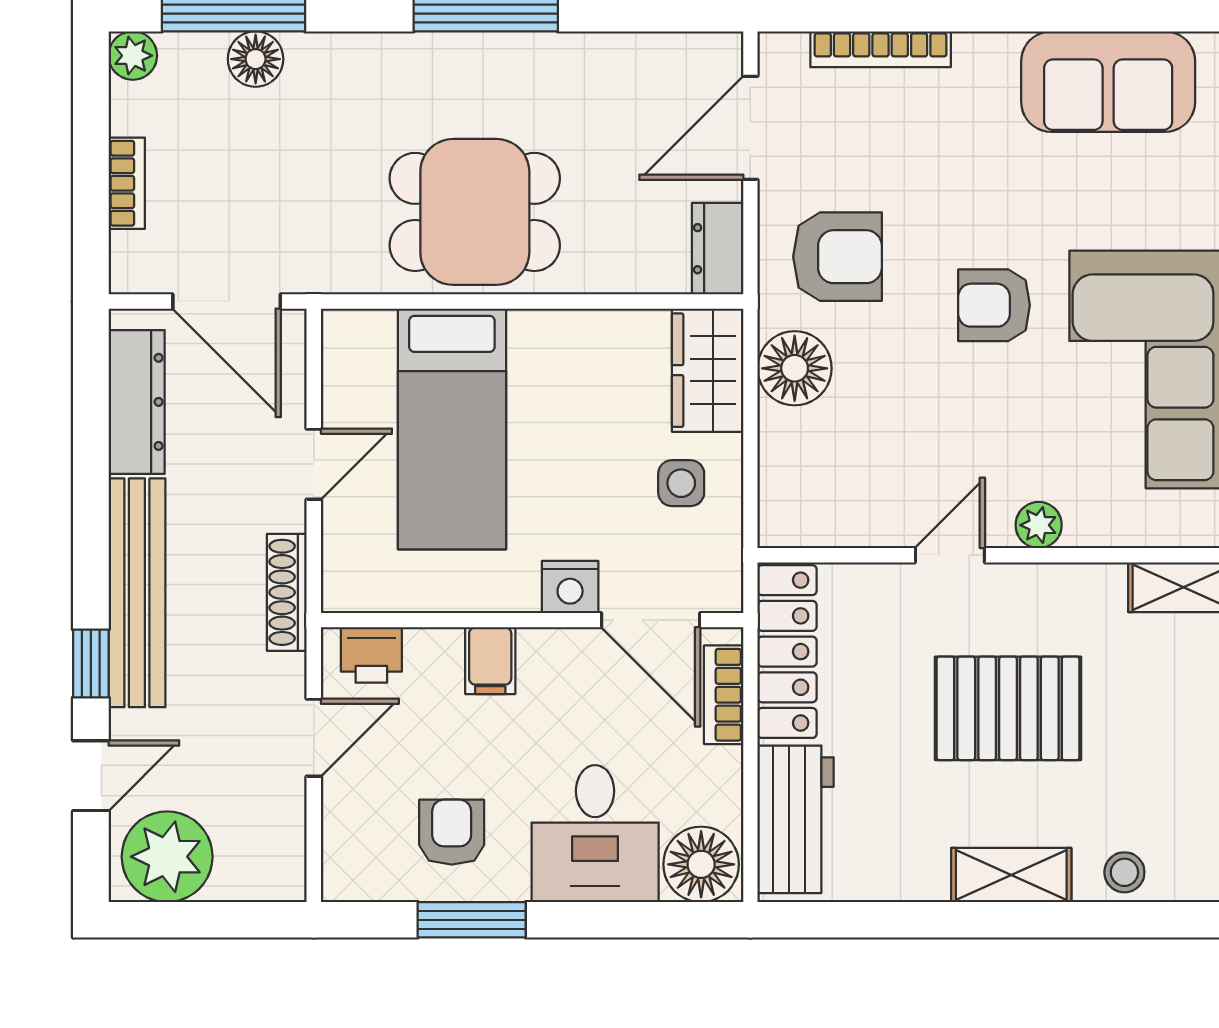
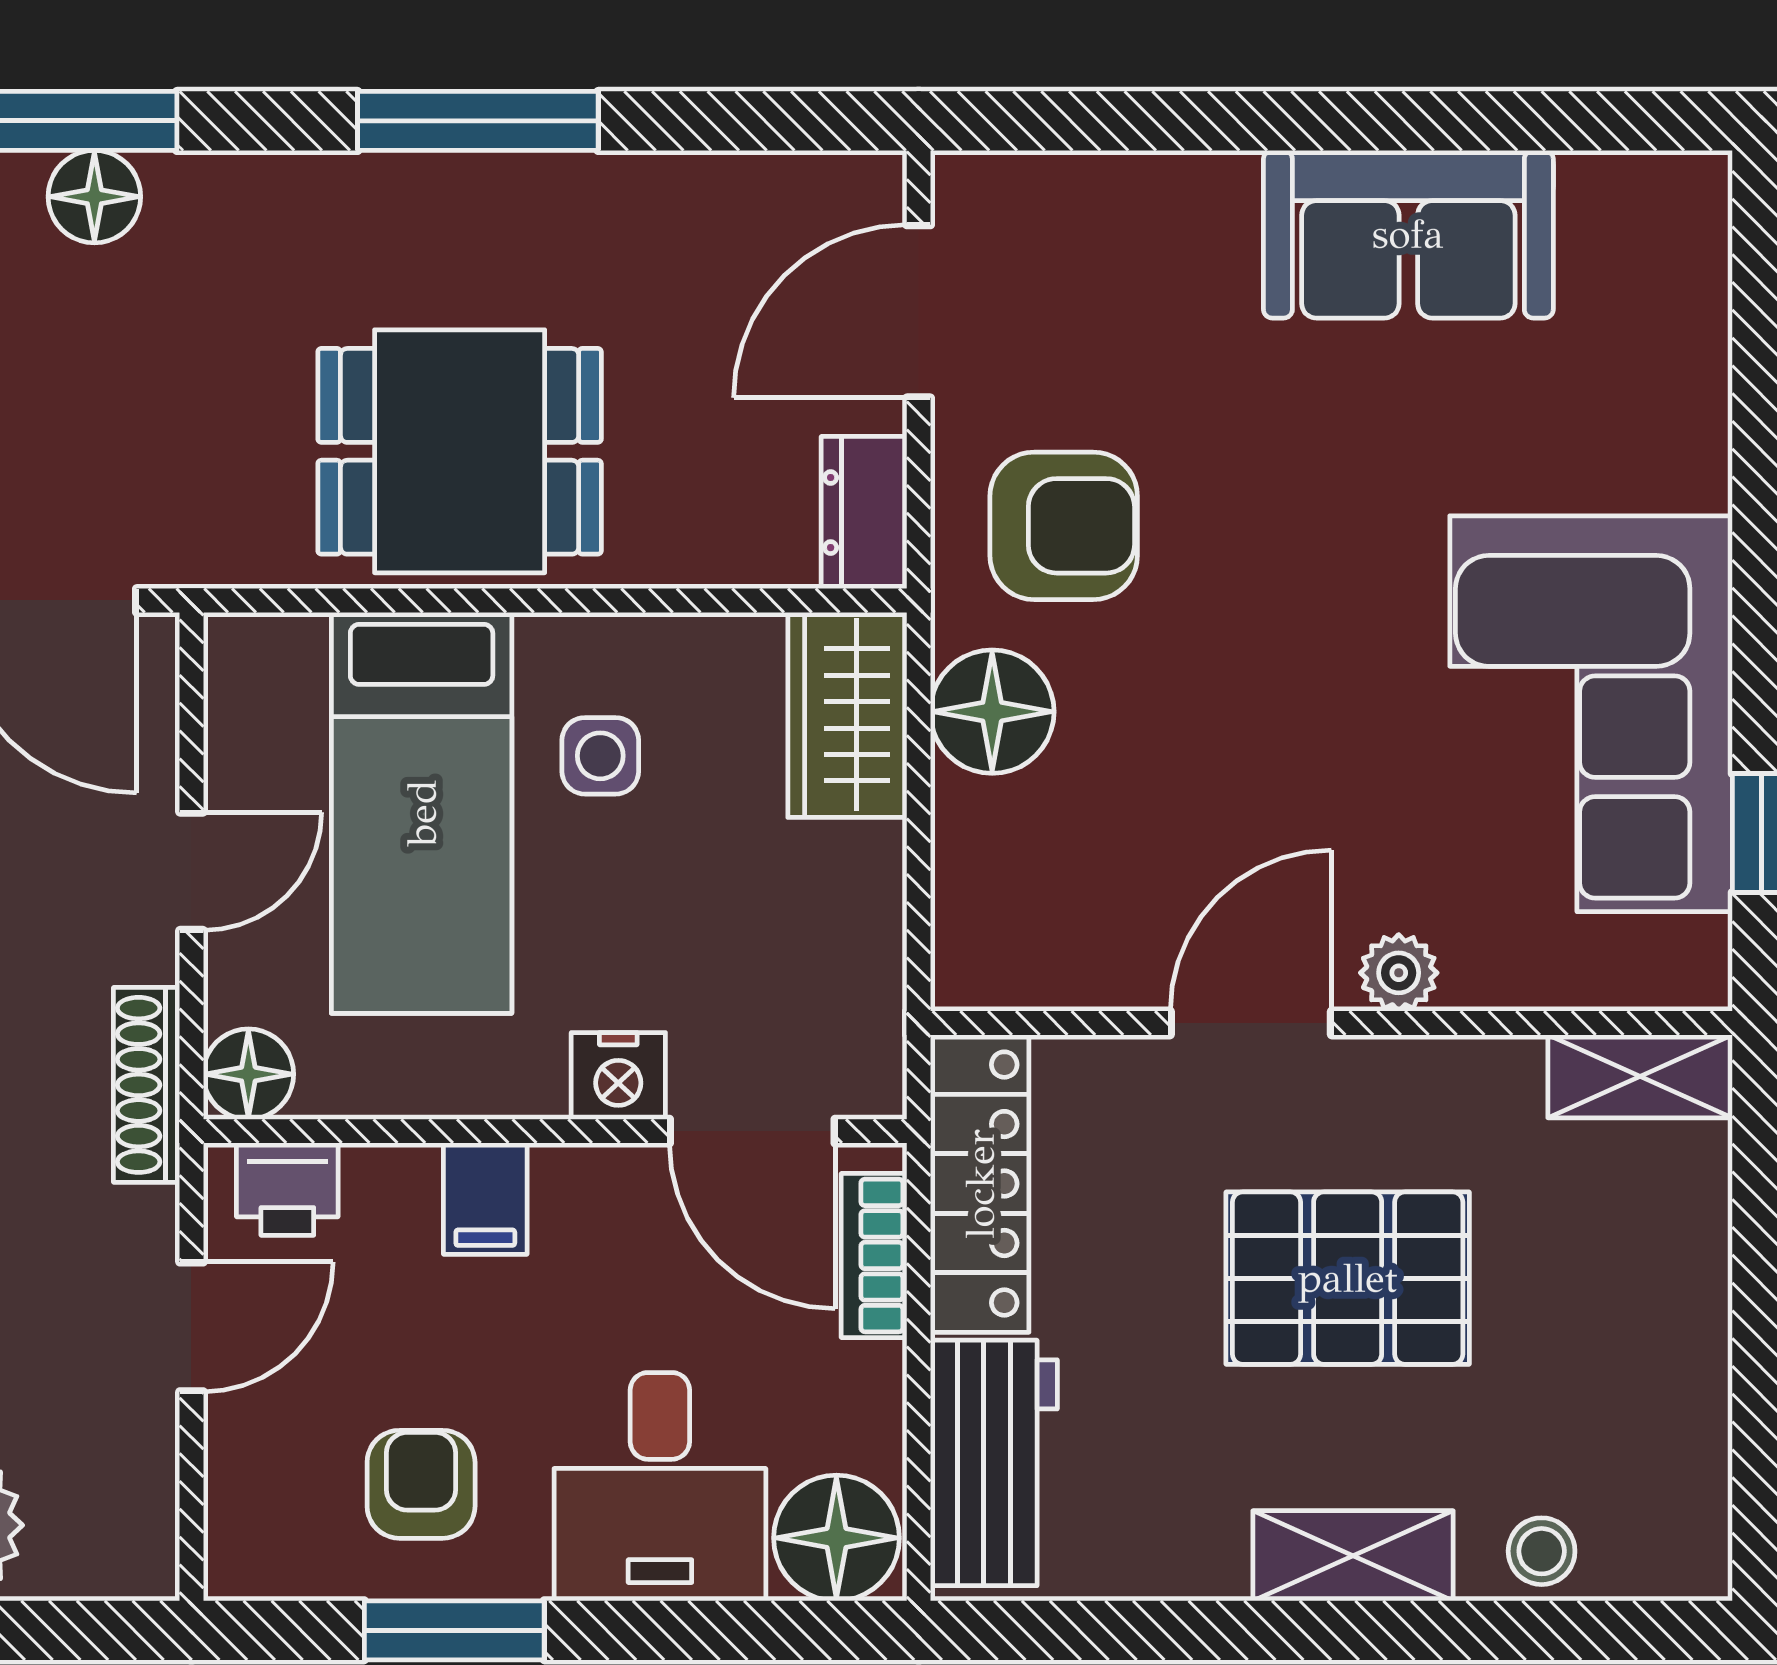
bookcase: (881, 49) -> (1135, 180), removed
sofa: (1108, 82) -> (1408, 234), moved
armchair: (994, 305) -> (1324, 607), removed
side table: (681, 483) -> (600, 756), moved
door: (950, 555) -> (1251, 1023), width x1.38
floor lamp: (348, 586) -> (248, 1074), added

